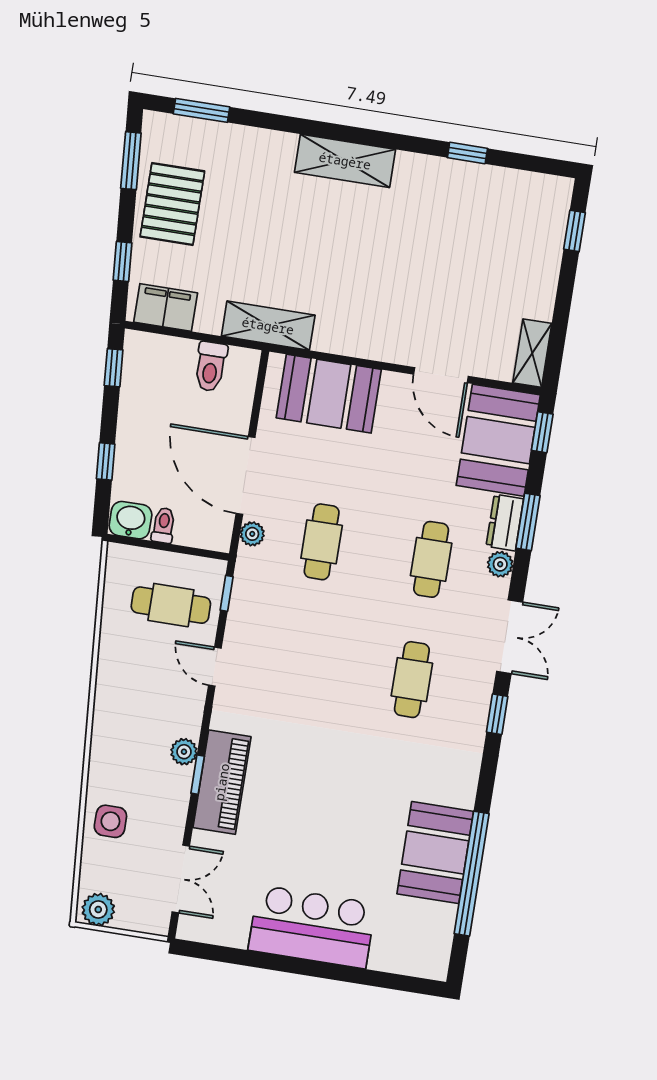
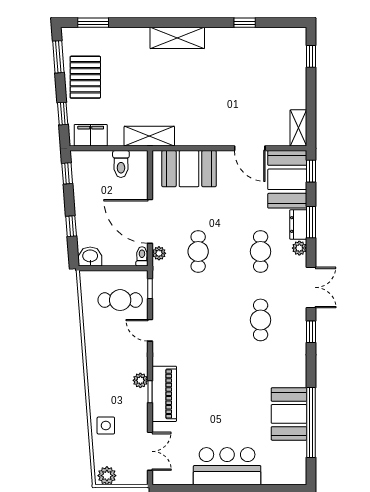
toilet: (164, 525) -> (142, 256), moved

